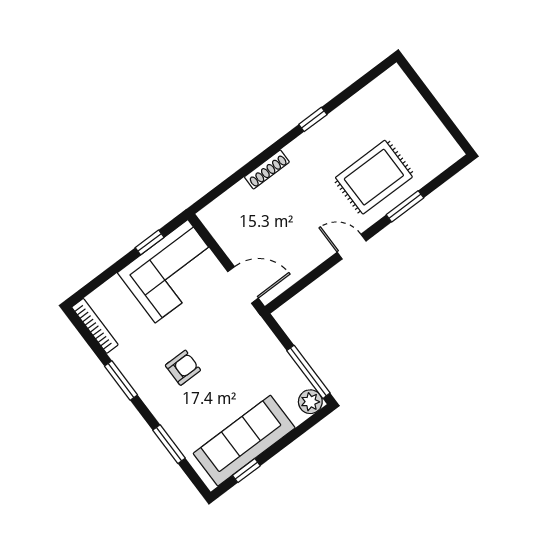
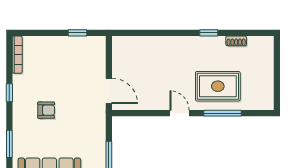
shoe rack: (267, 169) -> (236, 41), moved, width x0.70
window: (405, 206) -> (222, 113), width x1.44
corner sofa: (171, 271) -> (78, 56), removed
window: (121, 381) -> (9, 93), width x0.67

